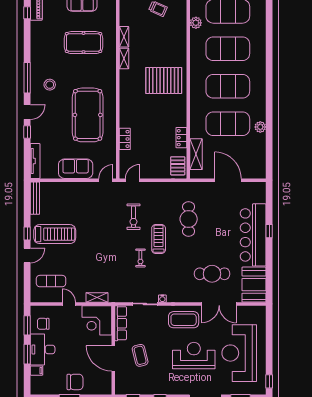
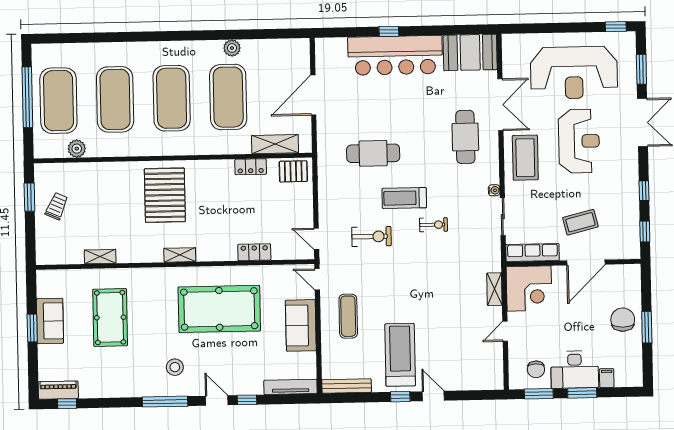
shelving: (124, 58) -> (180, 255), moved
cafe table: (212, 274) -> (465, 137), moved
exercise mat: (51, 281) -> (348, 316), moved
reception desk: (194, 355) -> (579, 141), turned 180

